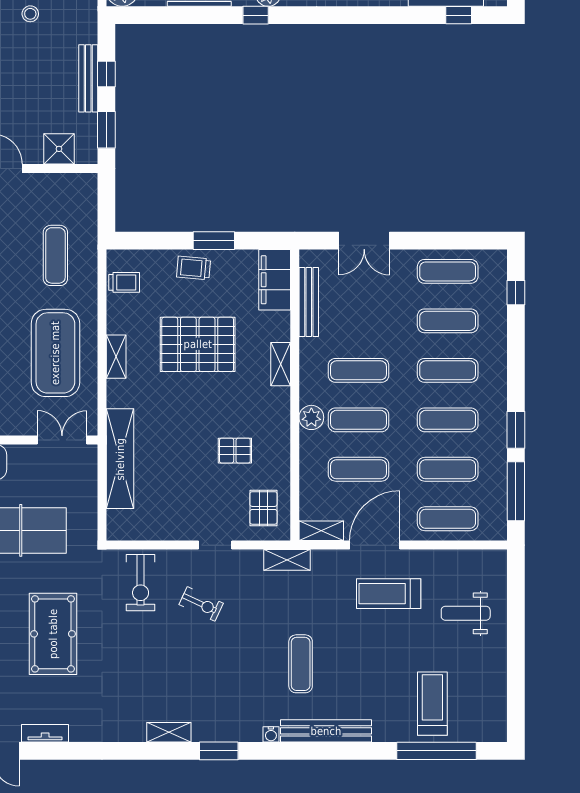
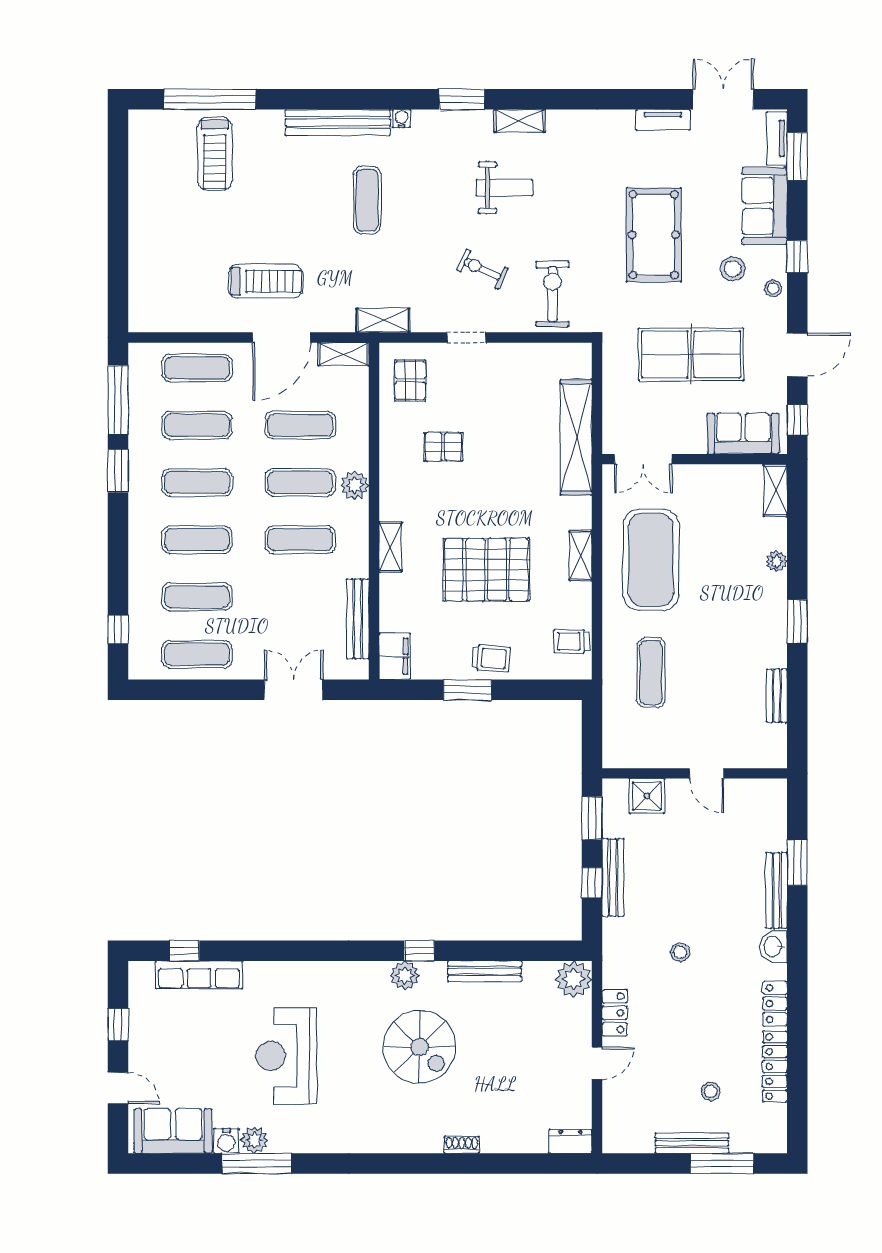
filing cabinet: (275, 280) -> (395, 656), width x0.67, depth x0.86
weight bench: (466, 613) -> (504, 188), moved

